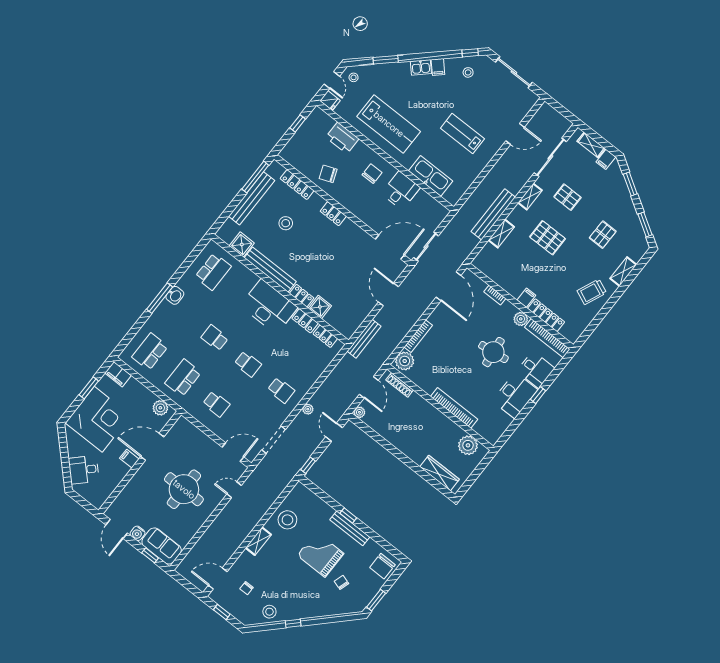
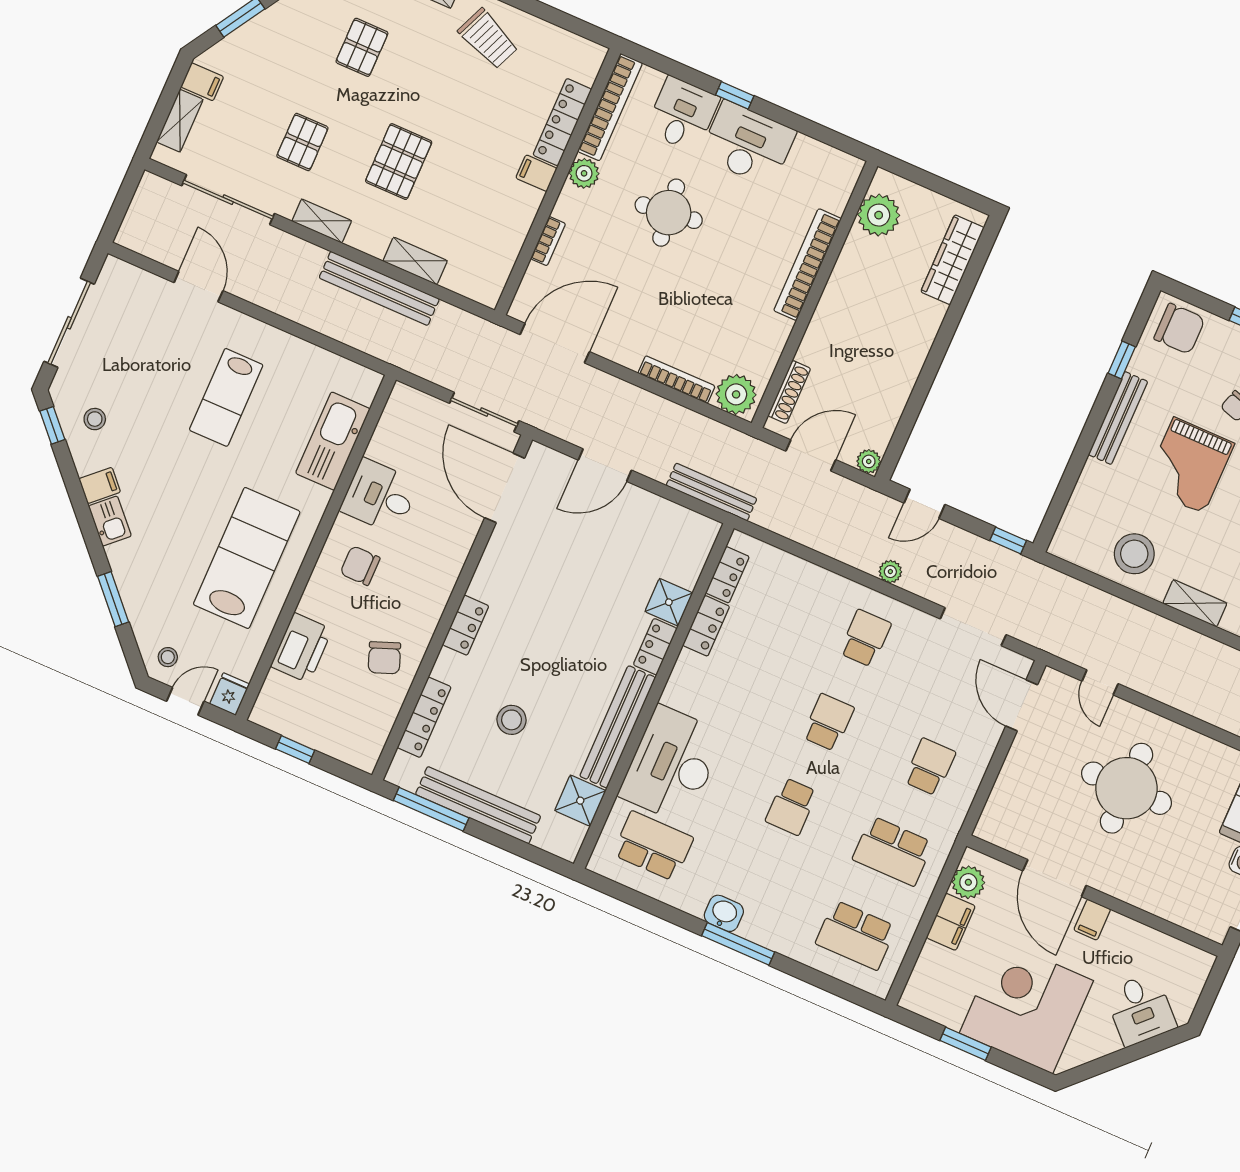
pallet: (603, 235) -> (362, 47), turned 90
desk: (269, 307) -> (672, 764), moved
filing cabinet: (118, 374) -> (951, 922), moved
window: (348, 516) -> (1122, 360), moved

